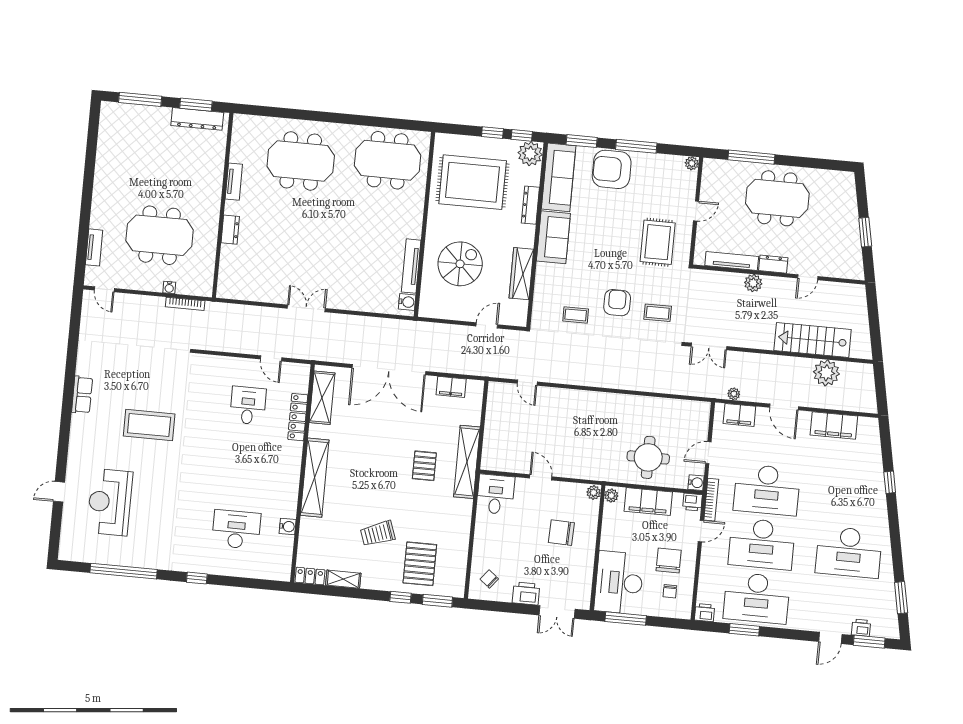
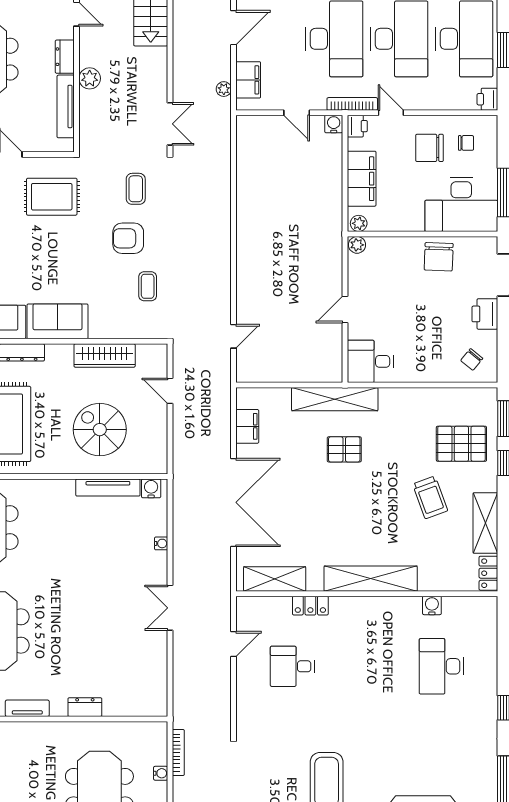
water cooler: (360, 306) -> (161, 543), added
locker: (298, 417) -> (310, 606), width x0.66
round table: (648, 457) -> (309, 184), removed
chair: (561, 533) -> (439, 257), moved
shelving: (343, 579) -> (485, 523), width x1.50, depth x1.33

